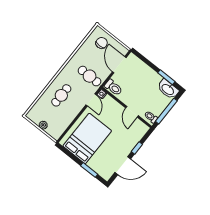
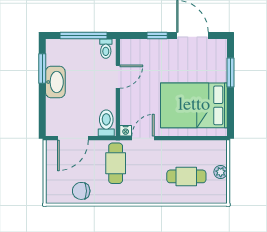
chair: (102, 43) -> (81, 191), moved
washbasin: (168, 89) -> (55, 82), moved
cafe table: (61, 95) -> (186, 176), moved

